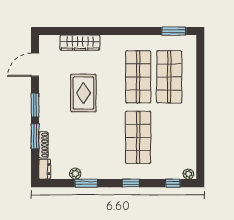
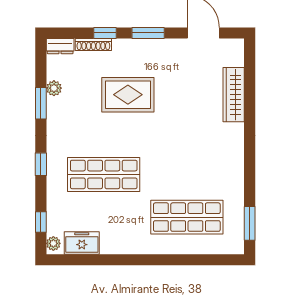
shop shelf: (138, 77) -> (187, 174), removed
rug: (83, 93) -> (128, 95), moved
window: (35, 136) -> (105, 33), width x0.67
freezer: (188, 153) -> (82, 243), added

